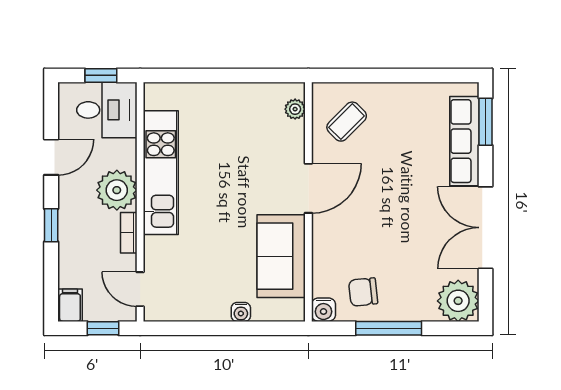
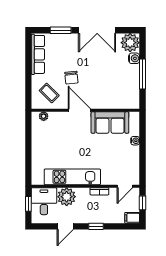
window: (486, 122) -> (61, 30), moved
row of seats: (464, 141) -> (38, 54), moved, turned -90
door: (51, 157) -> (65, 226), swing flipped
plant: (117, 190) -> (67, 197), moved
chair: (363, 292) -> (71, 78), moved
water cooler: (323, 310) -> (134, 58), moved

